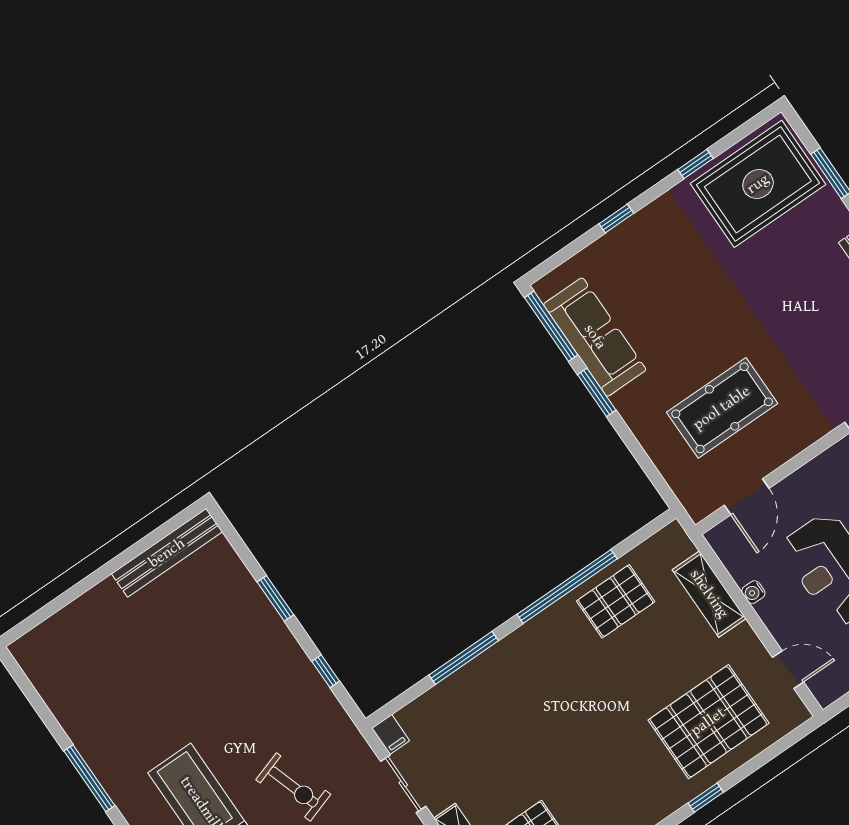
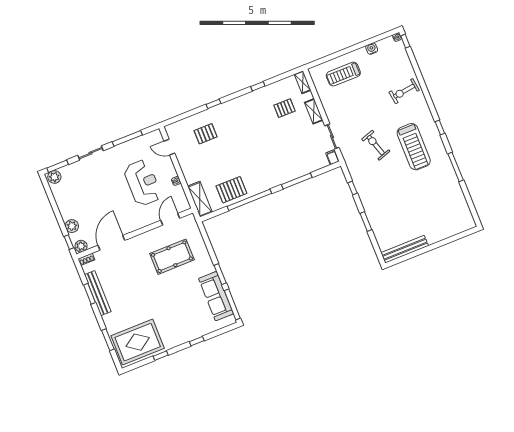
shelving: (709, 594) -> (200, 199), moved
pallet: (708, 722) -> (206, 134), width x0.49, depth x0.50

